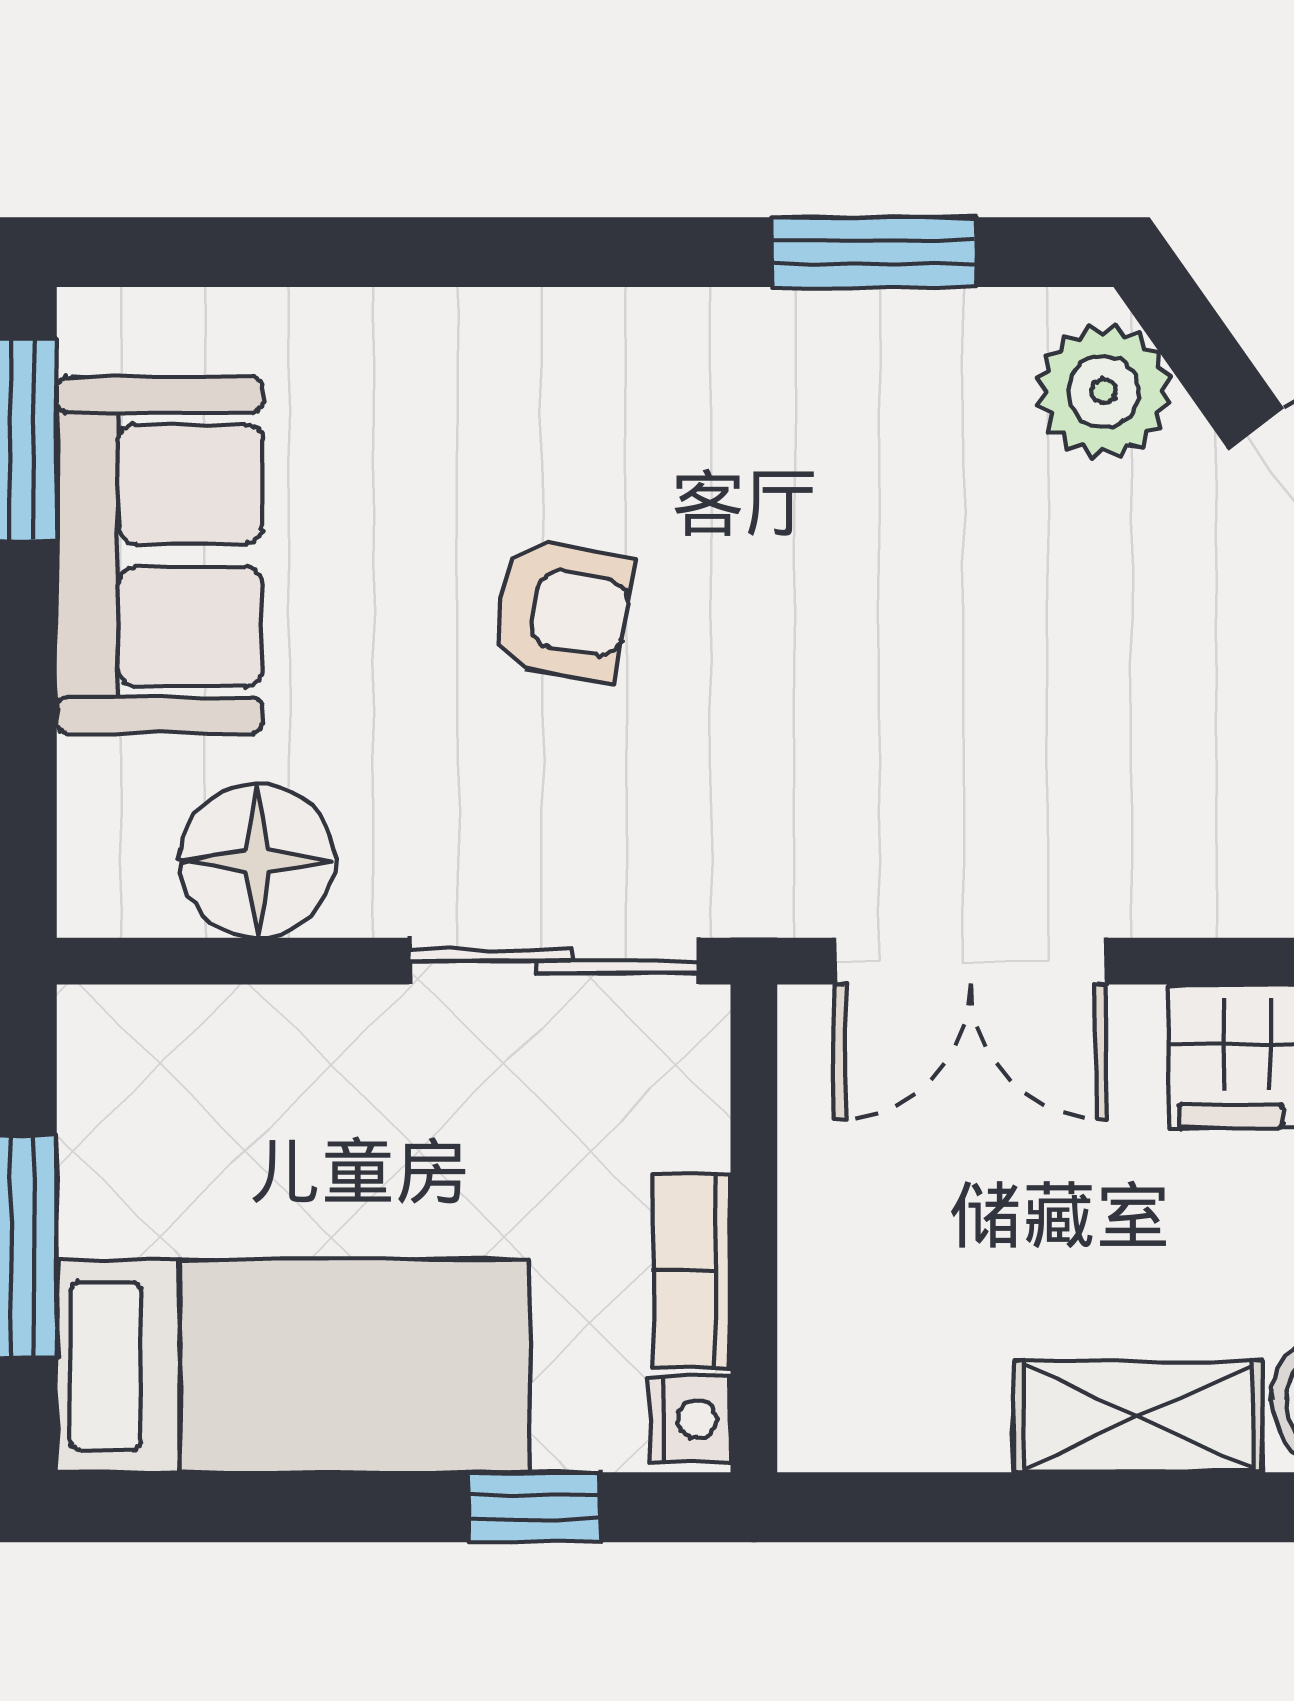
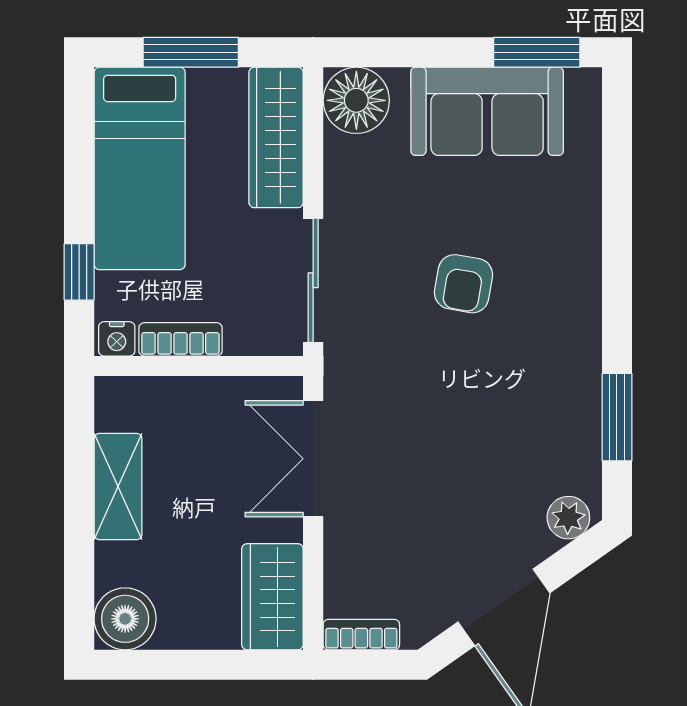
plant: (1103, 391) -> (568, 518), width x0.73, depth x0.73
floor lamp: (257, 860) -> (356, 100), moved
wardrobe: (221, 1048) -> (276, 137), added
shelving: (1138, 1417) -> (118, 487), moved

